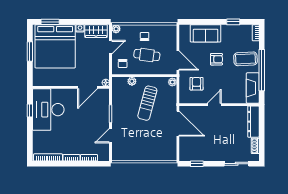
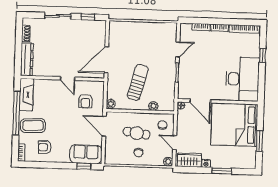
window: (50, 22) -> (222, 171), moved
window: (233, 22) -> (84, 166), moved
sofa: (206, 33) -> (86, 154), moved
bed: (55, 46) -> (234, 125), moved, turned -90
door: (110, 47) -> (175, 143), hinge flipped
armchair: (216, 59) -> (45, 147), moved
door: (87, 87) -> (200, 101), swing flipped
door: (214, 105) -> (68, 79), hinge flipped
window: (30, 111) -> (262, 55), moved
door: (178, 124) -> (106, 60), hinge flipped
sliding door: (237, 164) -> (58, 16), moved

